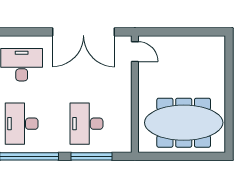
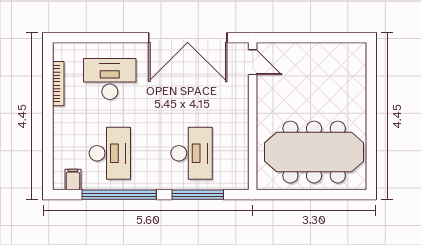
desk: (22, 124) -> (110, 153), turned 180
desk: (87, 124) -> (192, 153), turned 180

